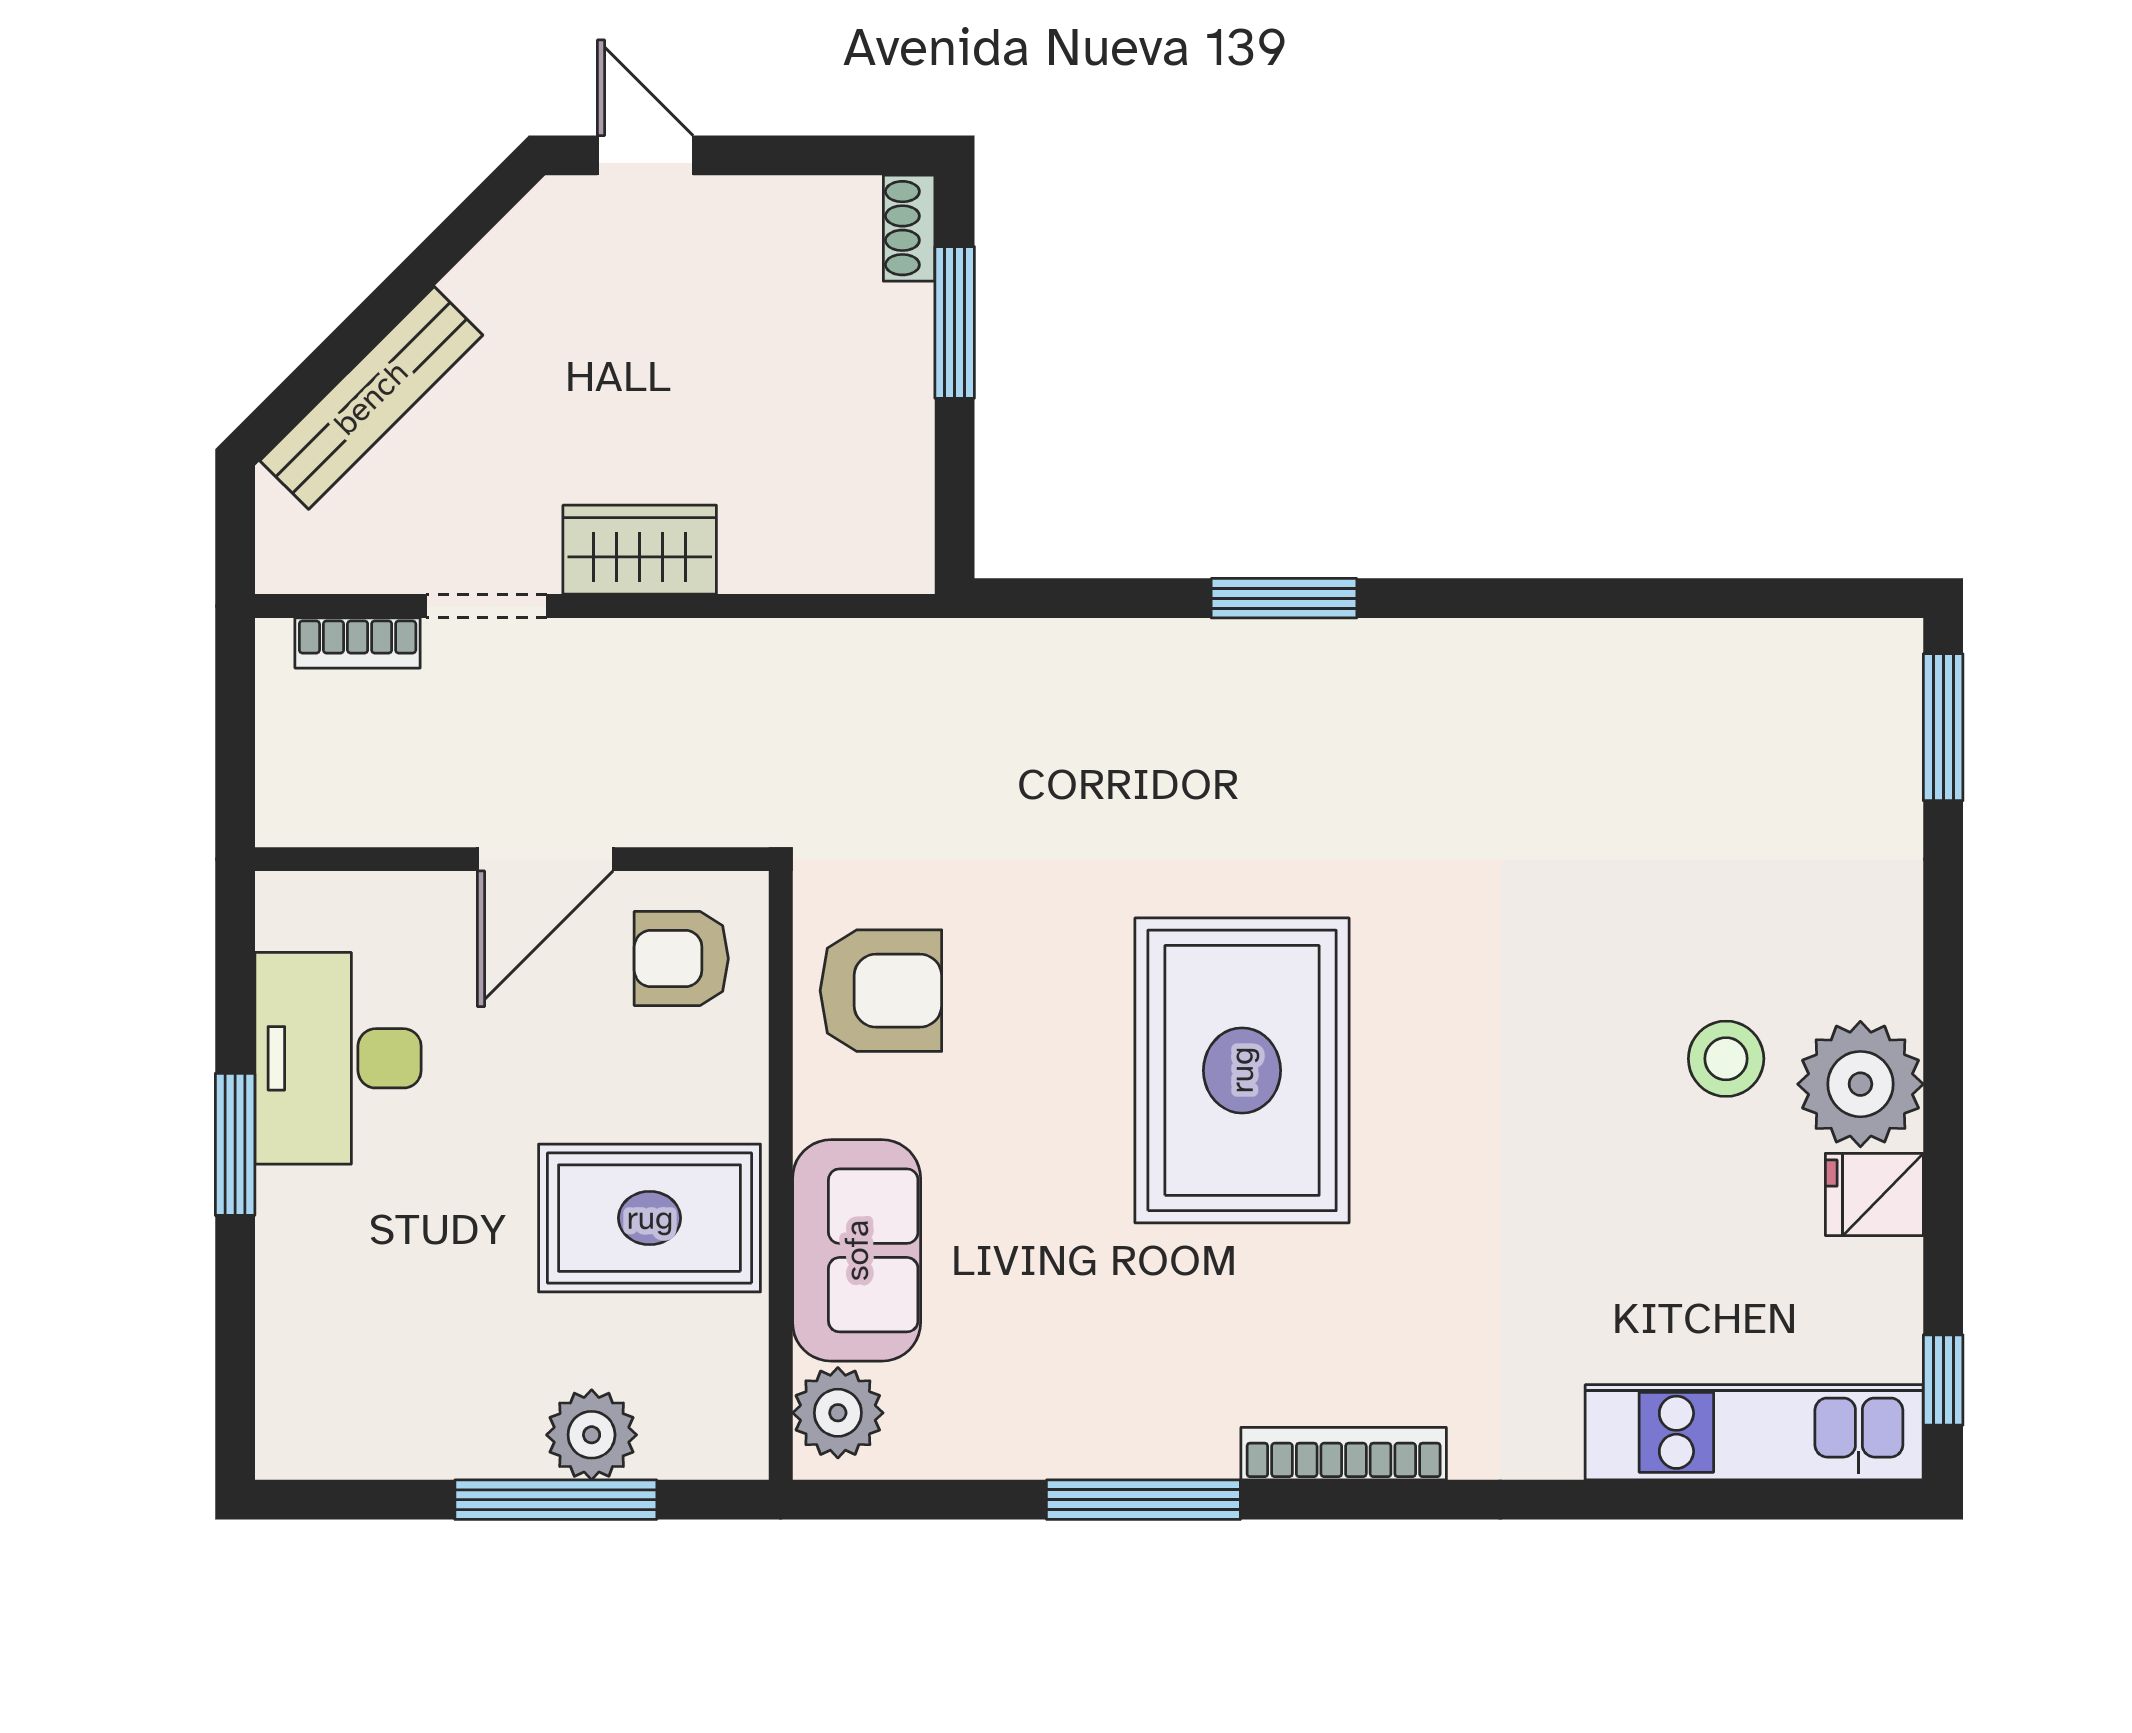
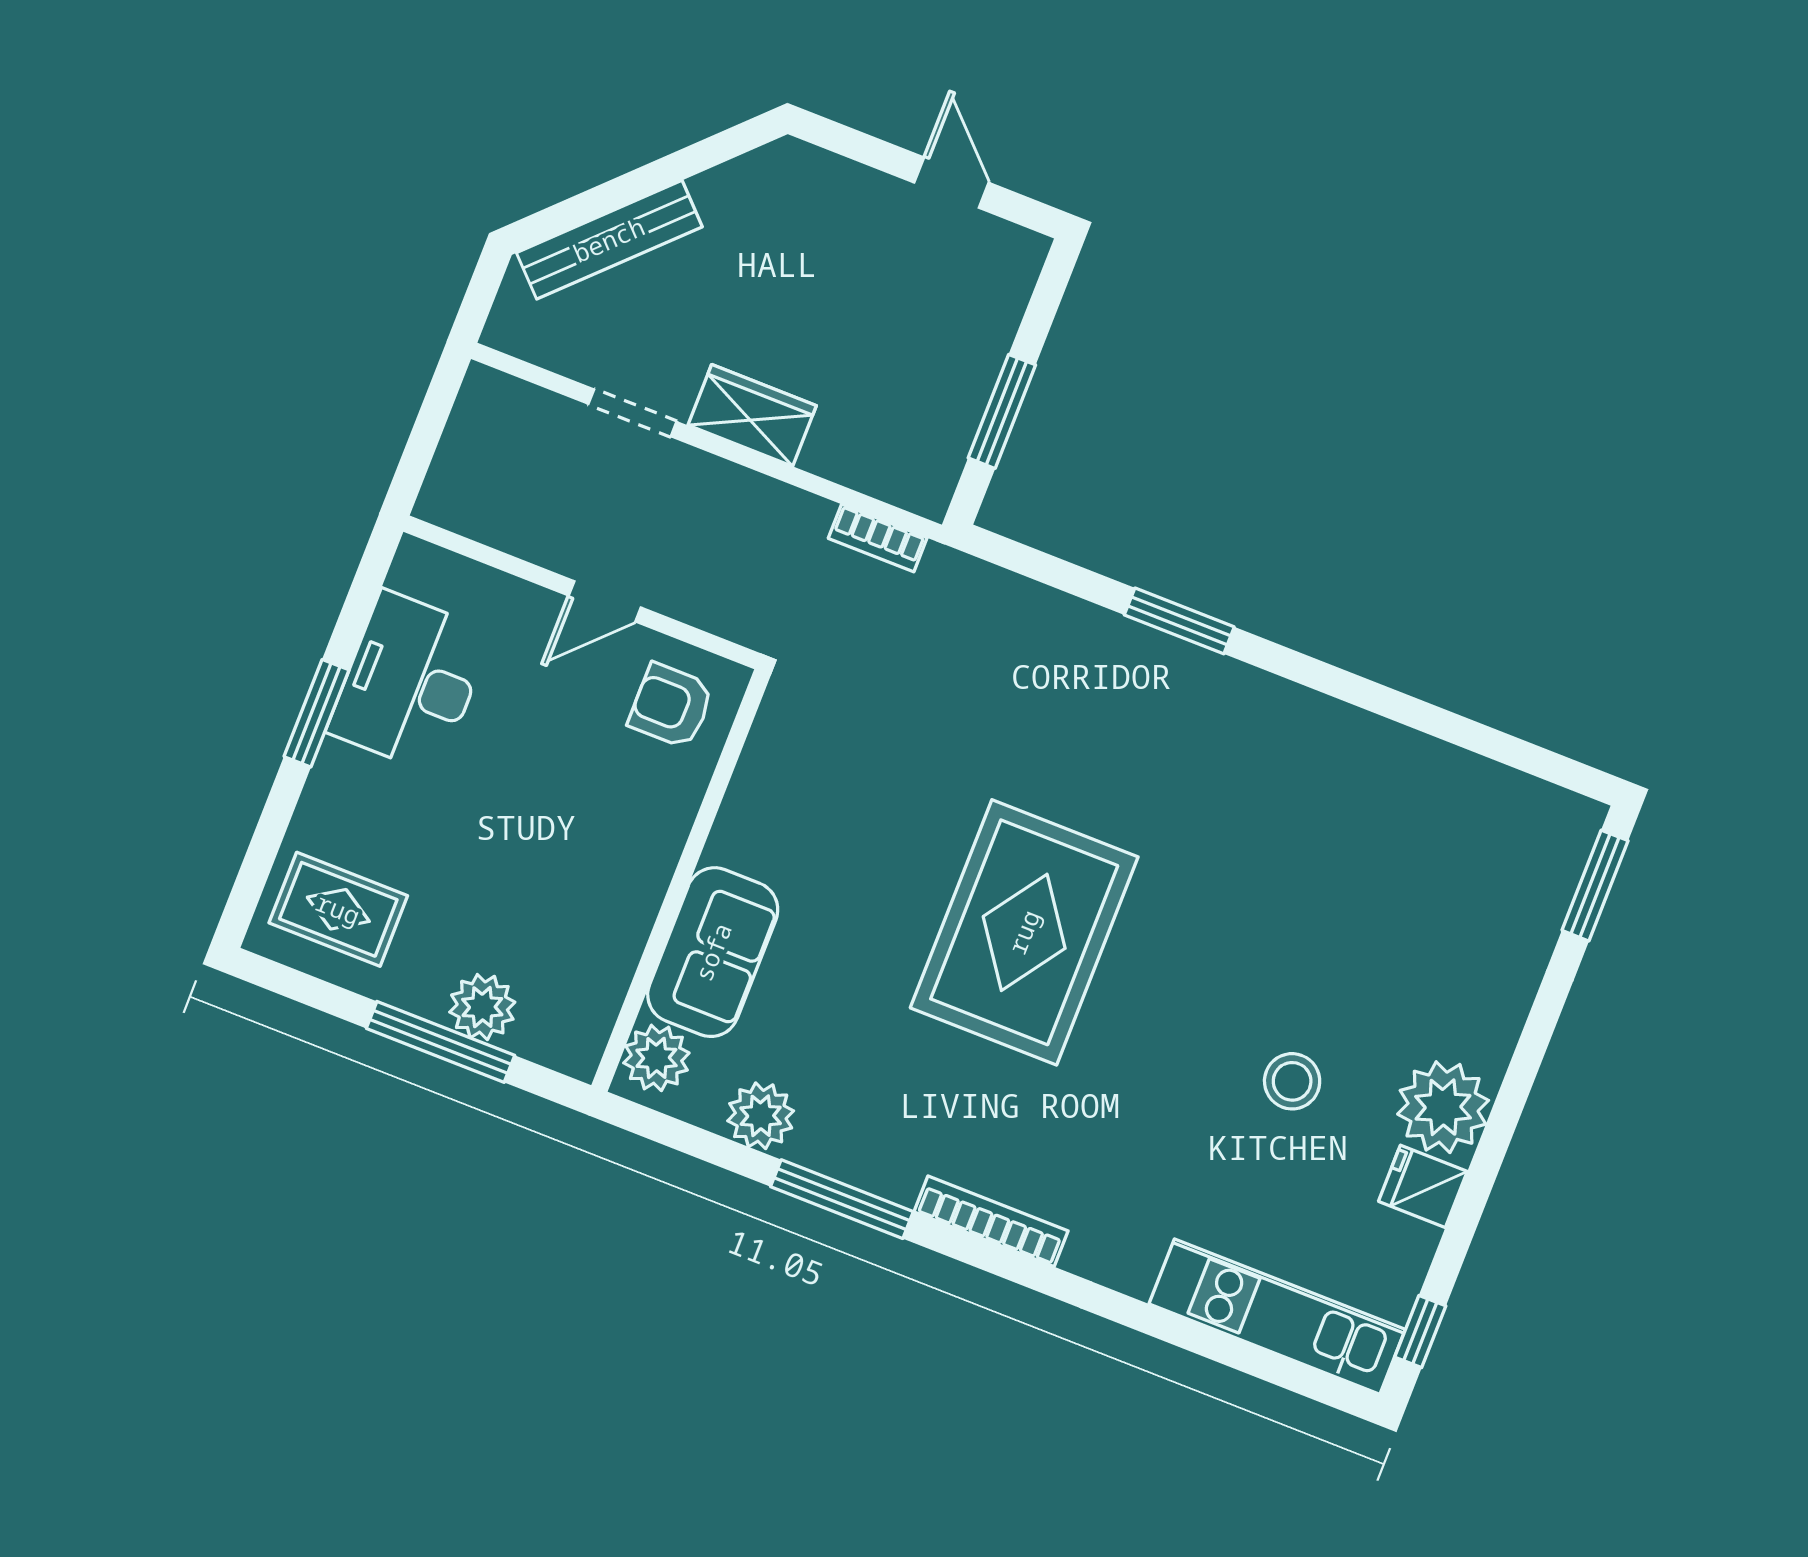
door: (645, 155) -> (951, 183), moved
shoe rack: (909, 228) -> (1022, 268), removed
window: (955, 322) -> (1002, 411), moved
bookcase: (358, 643) -> (878, 538), moved
door: (545, 859) -> (605, 601), width x0.73
armchair: (881, 991) -> (799, 781), removed
stool: (1726, 1059) -> (1292, 1081), moved
rug: (650, 1218) -> (338, 909), moved, width x0.73, depth x0.70
plant: (999, 1434) -> (761, 1116), added

